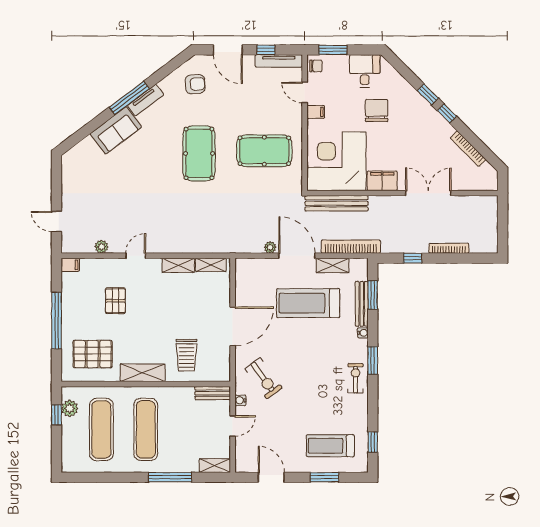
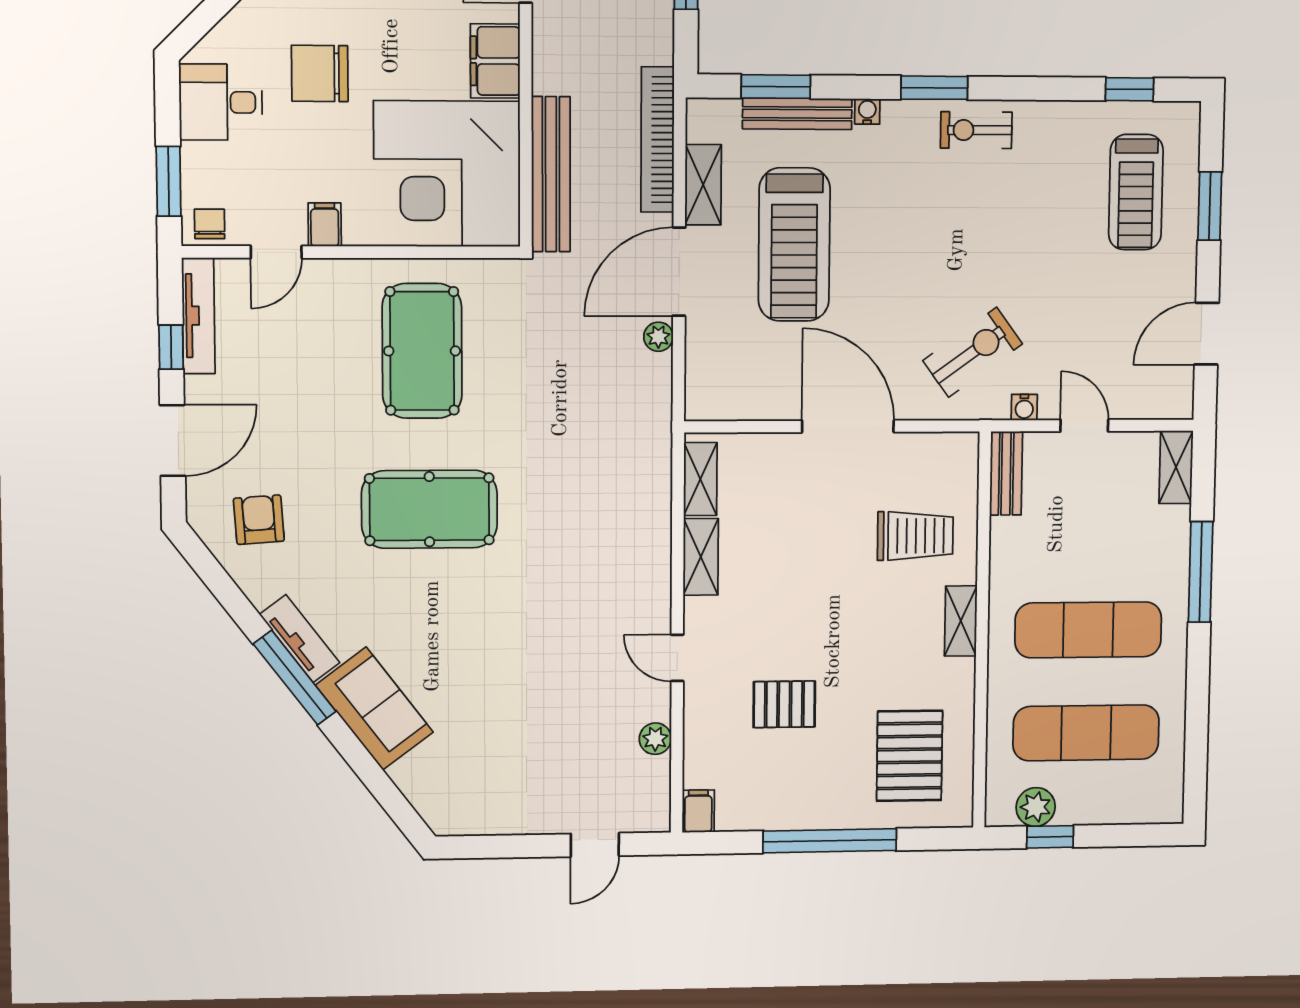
shelving: (143, 373) -> (961, 621), width x0.67, depth x0.75

